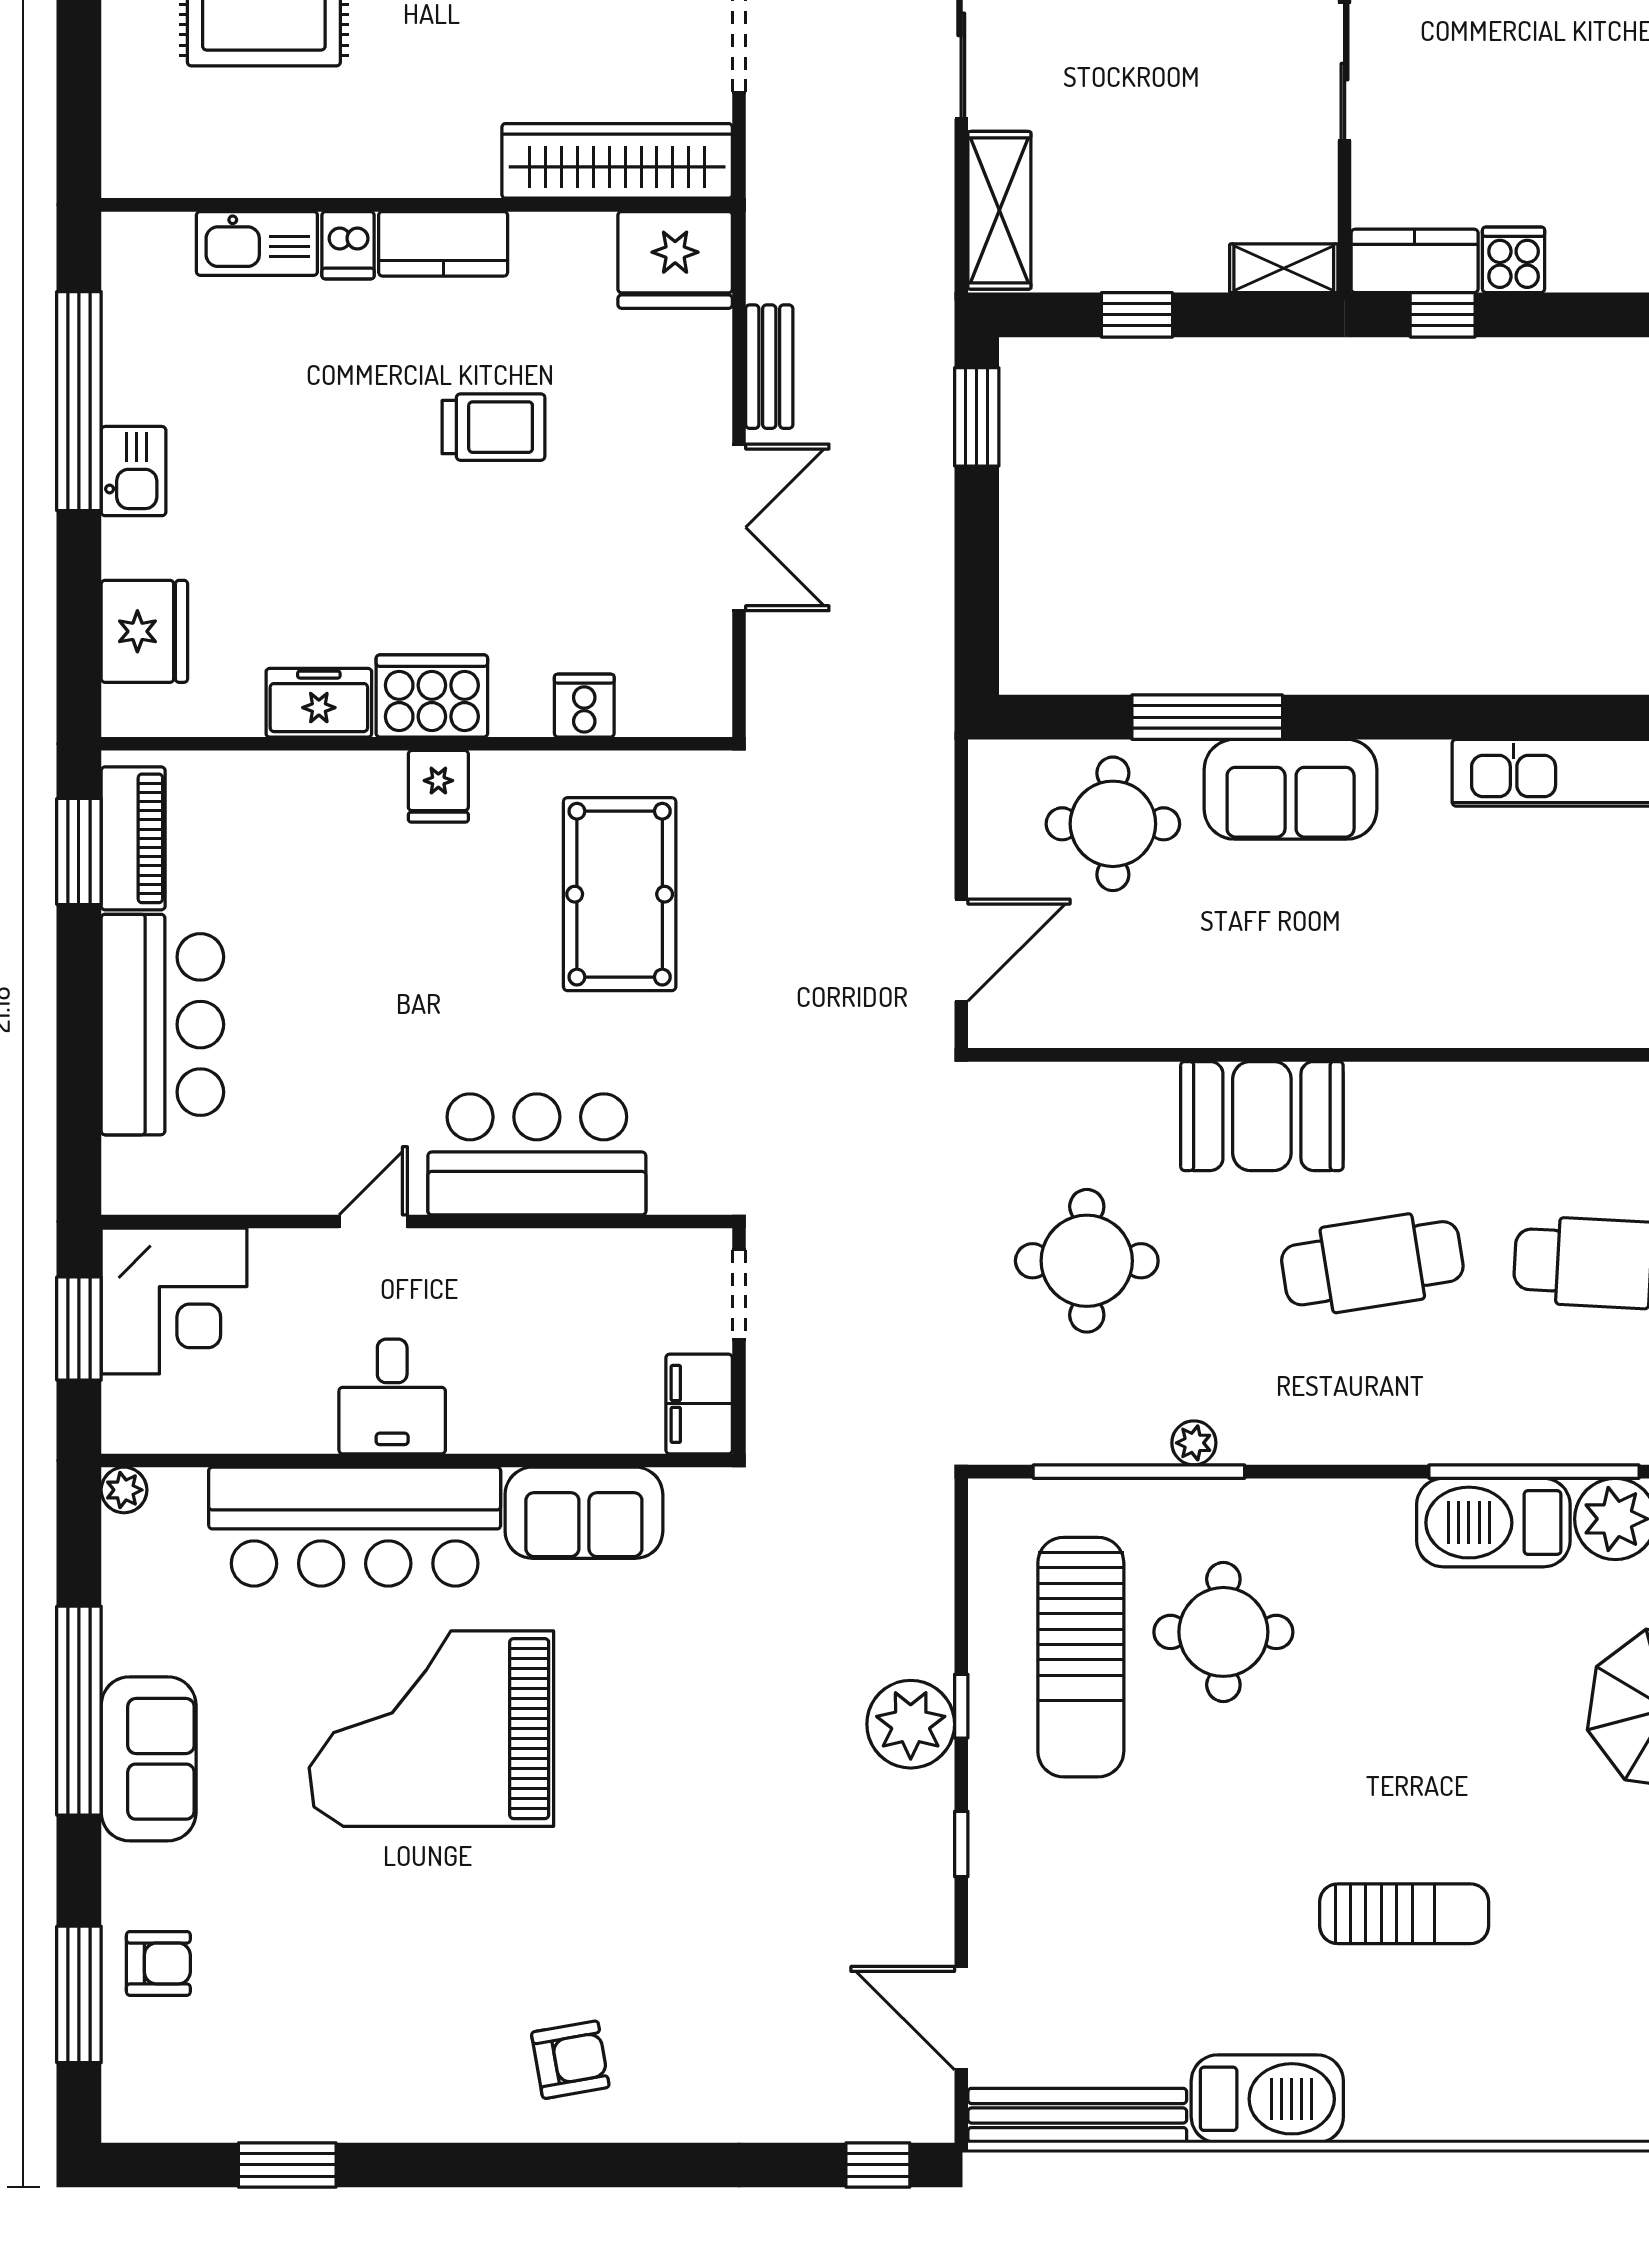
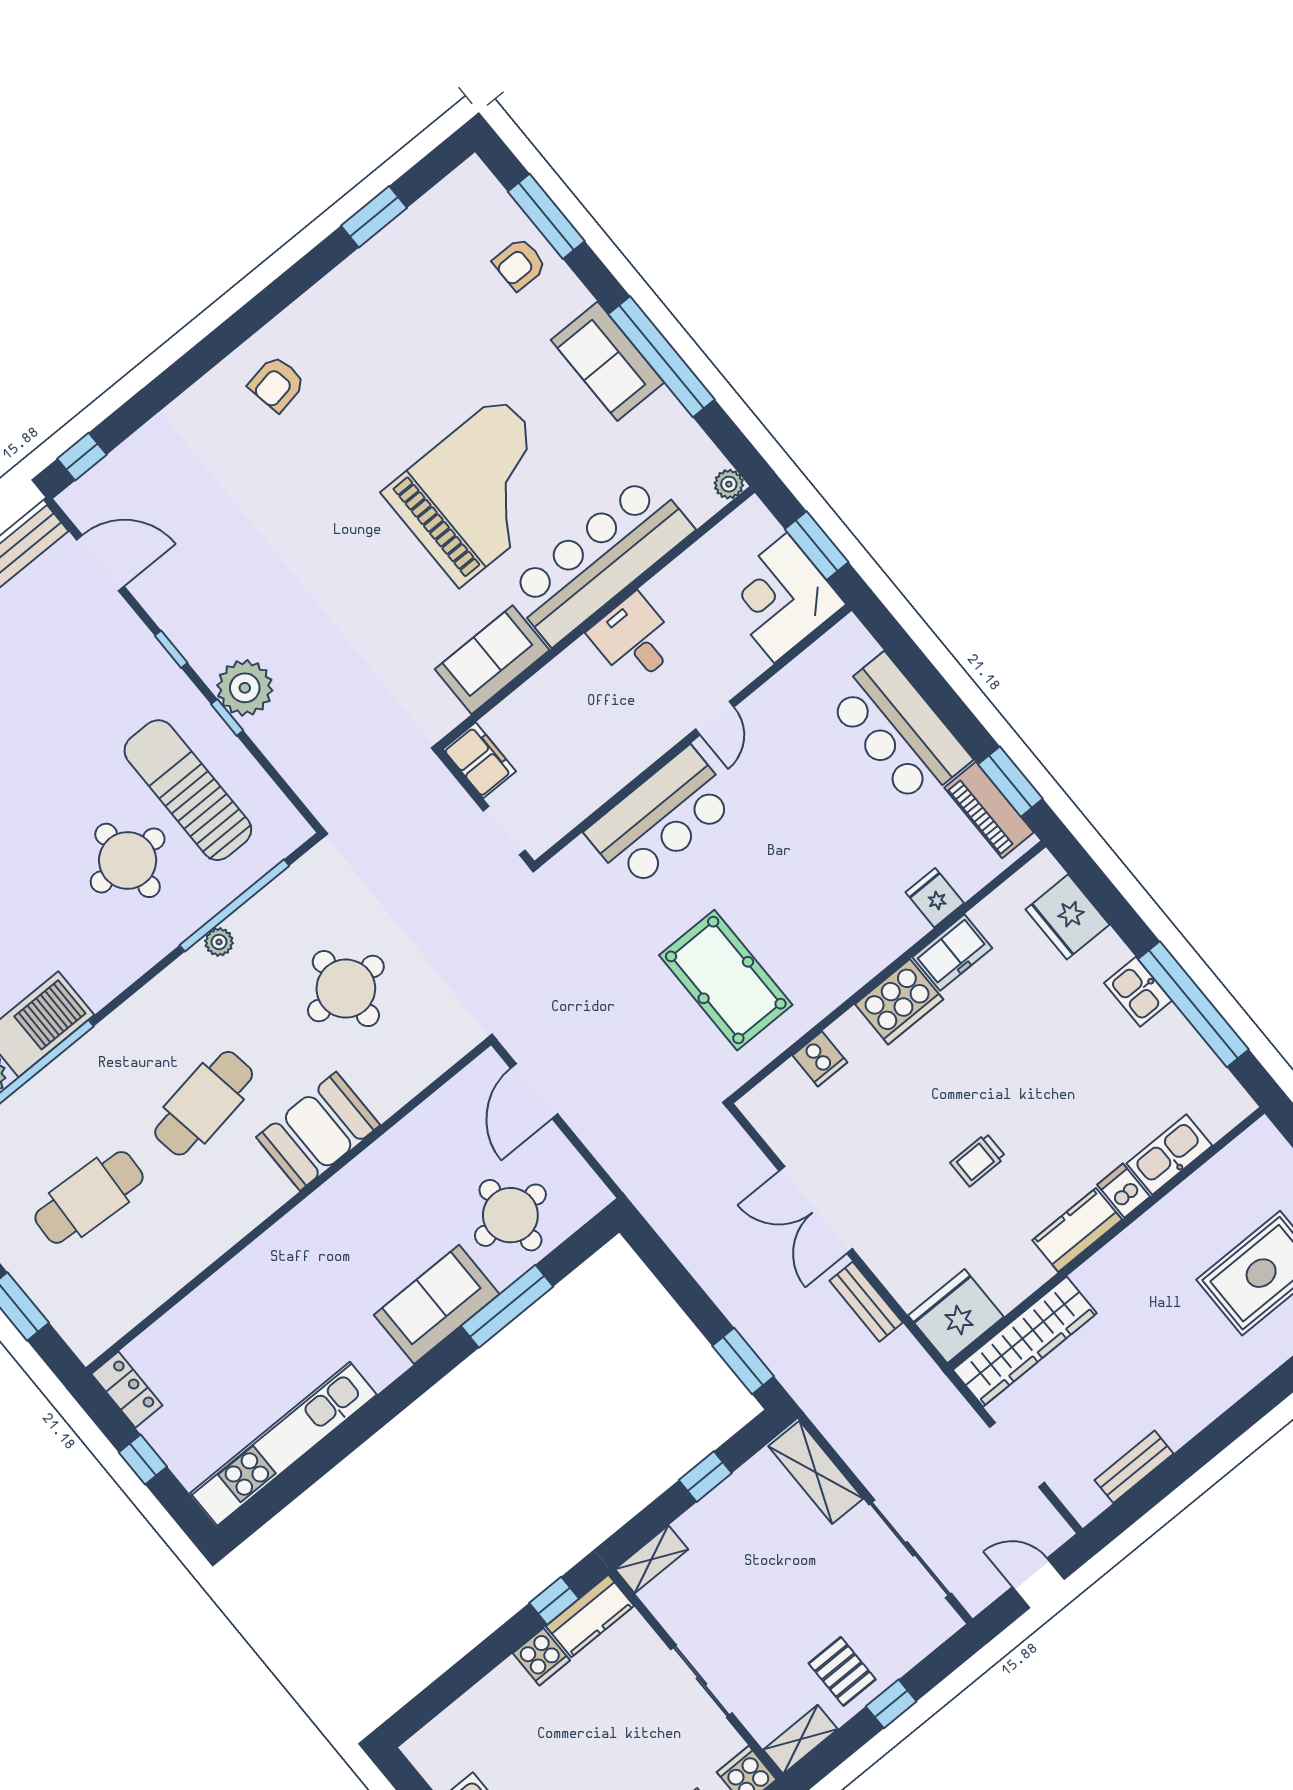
trolley: (493, 427) -> (978, 1160), width x0.73, depth x0.72
fridge: (438, 786) -> (935, 898), moved

